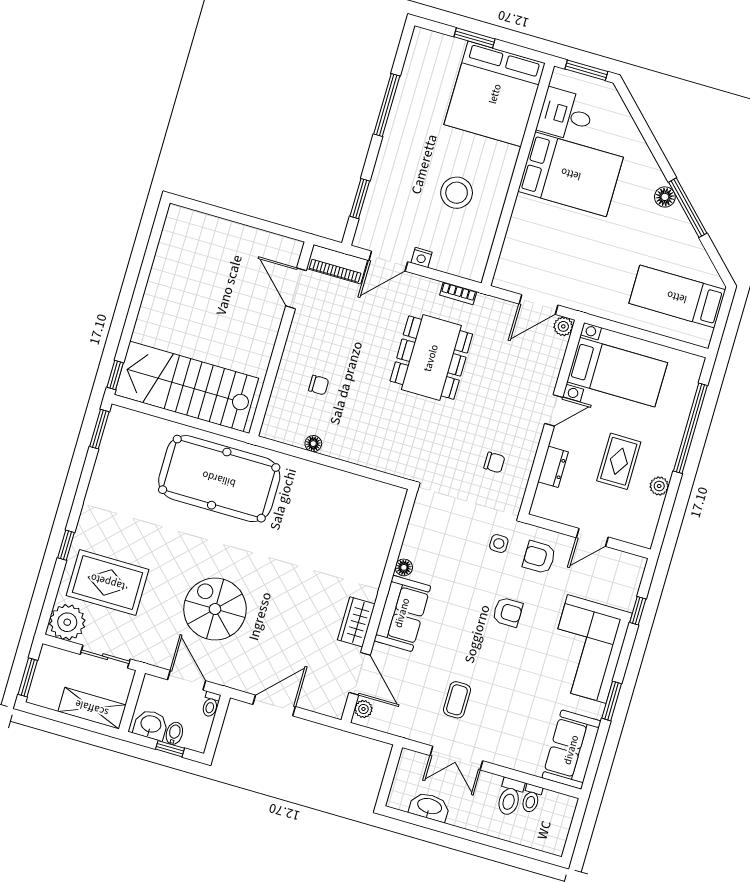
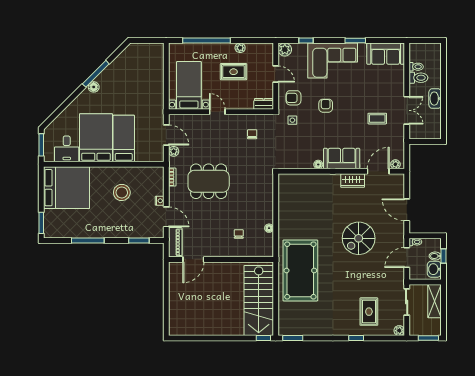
window: (474, 38) -> (41, 223), moved
bed: (677, 297) -> (124, 138), moved, turned 180
plant: (563, 326) -> (174, 151), moved
dresser: (553, 467) -> (264, 104), moved
armchair: (539, 557) -> (293, 98), turned 90
plant: (632, 567) -> (285, 49), added
rug: (108, 582) -> (369, 312), width x0.73, depth x0.70
spiral stairs: (215, 609) -> (359, 238), moved
plant: (67, 622) -> (399, 331), width x0.53, depth x0.53
washbasin: (429, 807) -> (435, 99), moved

